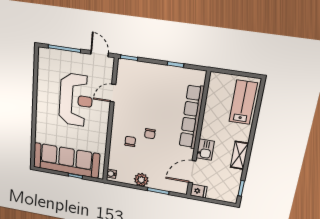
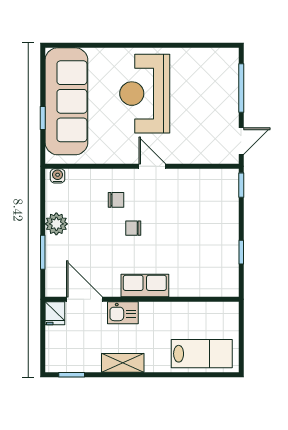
door: (113, 93) -> (152, 166), moved
reception desk: (76, 100) -> (145, 94), moved, turned 90
row of seats: (192, 117) -> (145, 286), width x0.50

